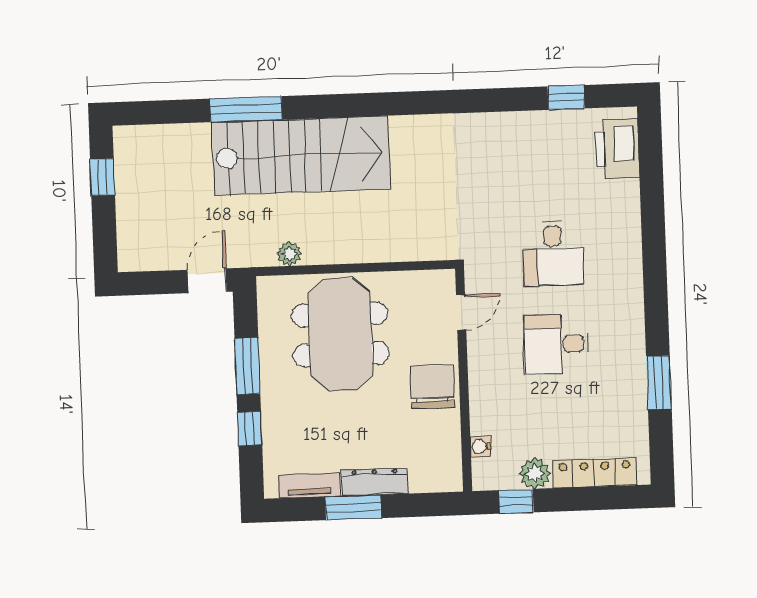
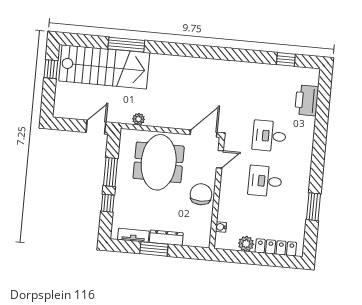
printer: (617, 149) -> (307, 100), moved
stairs: (301, 156) -> (104, 67), moved
desk: (553, 254) -> (269, 136), turned 90
door: (422, 266) -> (204, 133), added
window: (516, 501) -> (235, 256), removed

